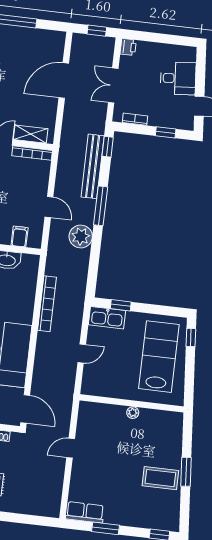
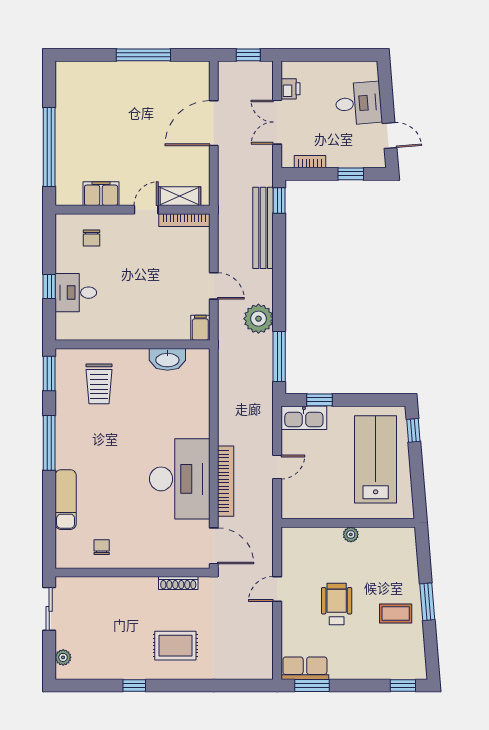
printer: (128, 47) -> (290, 89), moved
window: (101, 206) -> (279, 356), moved
filing cabinet: (20, 237) -> (200, 328), moved
bookcase: (47, 304) -> (226, 481), moved
wheelchair: (115, 465) -> (337, 604), added
coffee table: (160, 478) -> (396, 613), width x0.73, depth x0.77
window: (106, 528) -> (312, 686), moved

